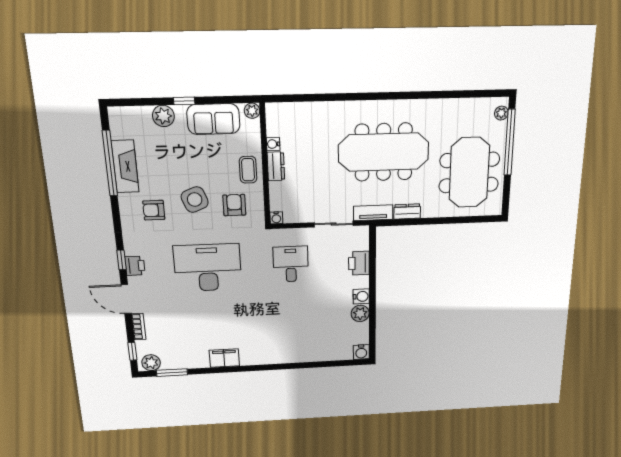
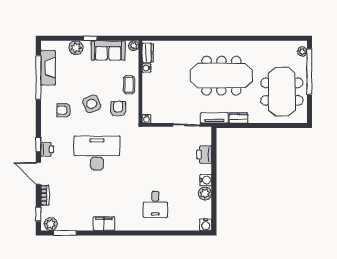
fireplace: (125, 166) -> (48, 68), moved
dresser: (276, 166) -> (148, 53), moved
desk: (291, 264) -> (155, 204), moved, turned 180

